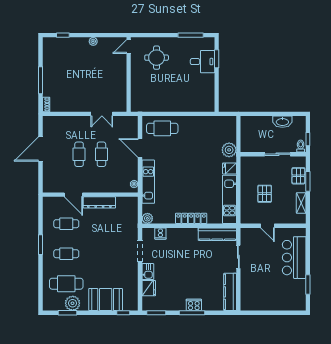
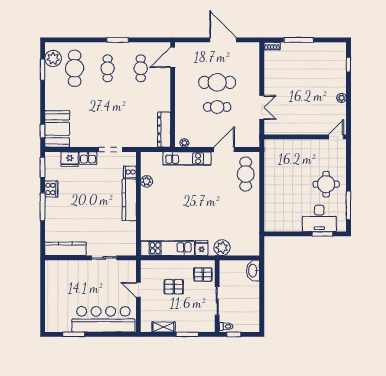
door: (129, 46) -> (336, 137), hinge flipped
round table: (157, 58) -> (326, 184), moved
desk: (202, 62) -> (319, 218), width x1.37
double door: (102, 114) -> (262, 107), swing flipped
washbasin: (282, 122) -> (253, 271), moved
cafe table: (79, 154) -> (217, 82), width x1.37, depth x1.35
pallet: (298, 176) -> (203, 274), moved
door: (73, 195) -> (173, 57), moved
dresser: (99, 202) -> (164, 130), moved
plant: (147, 218) -> (147, 181), moved
locker: (191, 218) -> (147, 206), removed
door: (267, 226) -> (138, 290), hinge flipped
kitchen counter: (217, 234) -> (129, 200), moved
bar counter: (294, 258) -> (103, 319), width x1.36
booth: (106, 300) -> (57, 129), moved
plant: (73, 303) -> (53, 58), moved
cooker: (194, 305) -> (51, 189), moved

